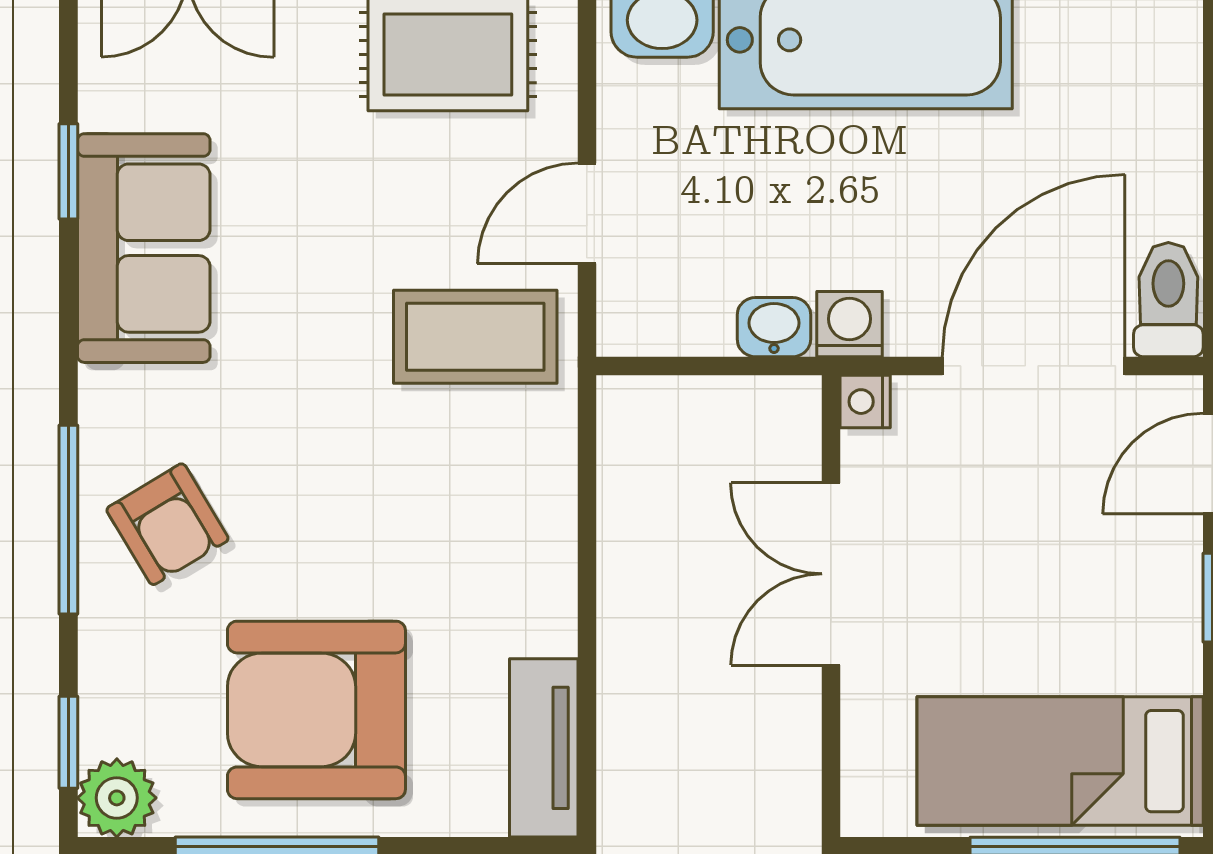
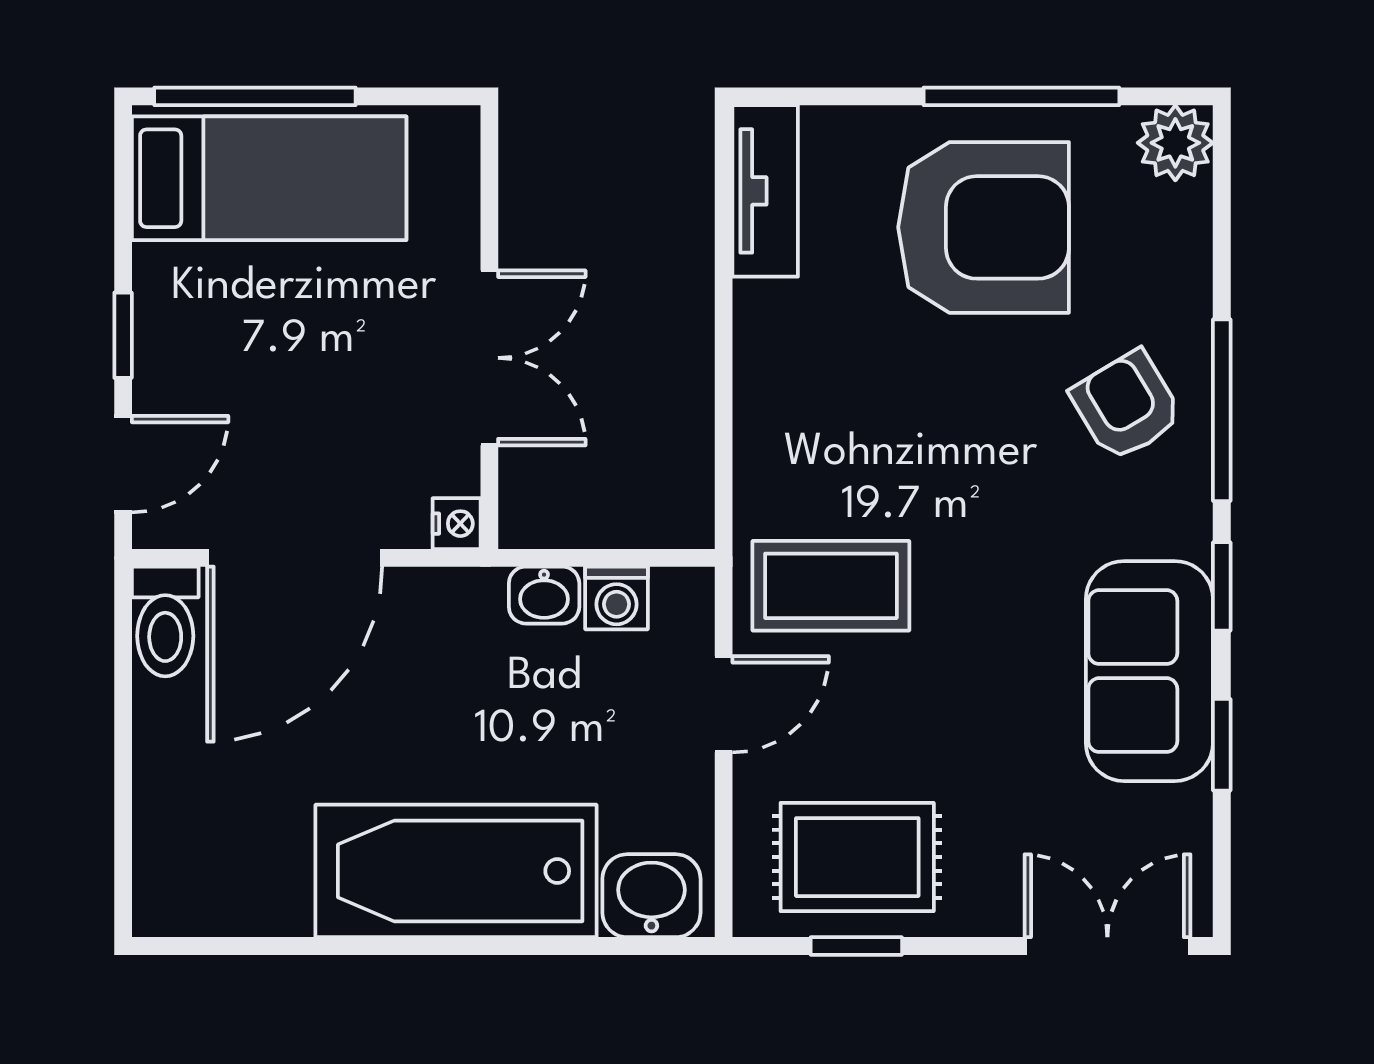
washing machine: (849, 324) -> (616, 598), moved
window: (68, 742) -> (1222, 586), moved

